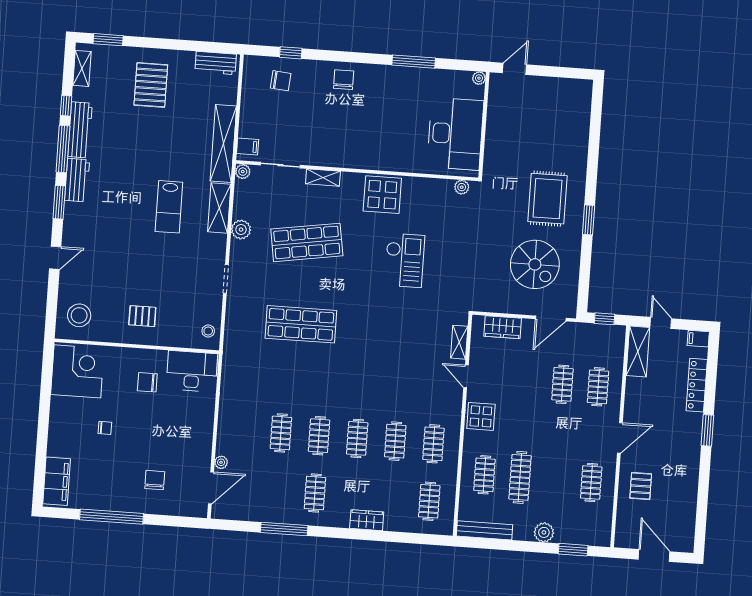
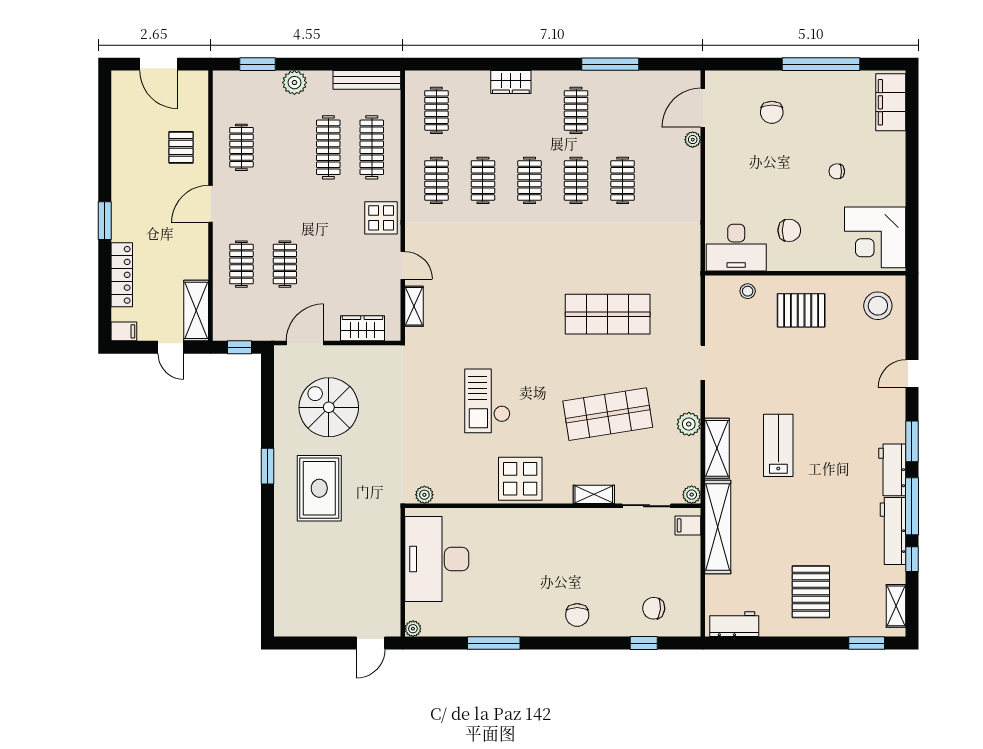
pallet: (142, 316) -> (801, 310), width x1.50, depth x1.42
stool: (208, 331) -> (748, 291), moved
clothes rail: (484, 475) -> (372, 147), width x1.36

